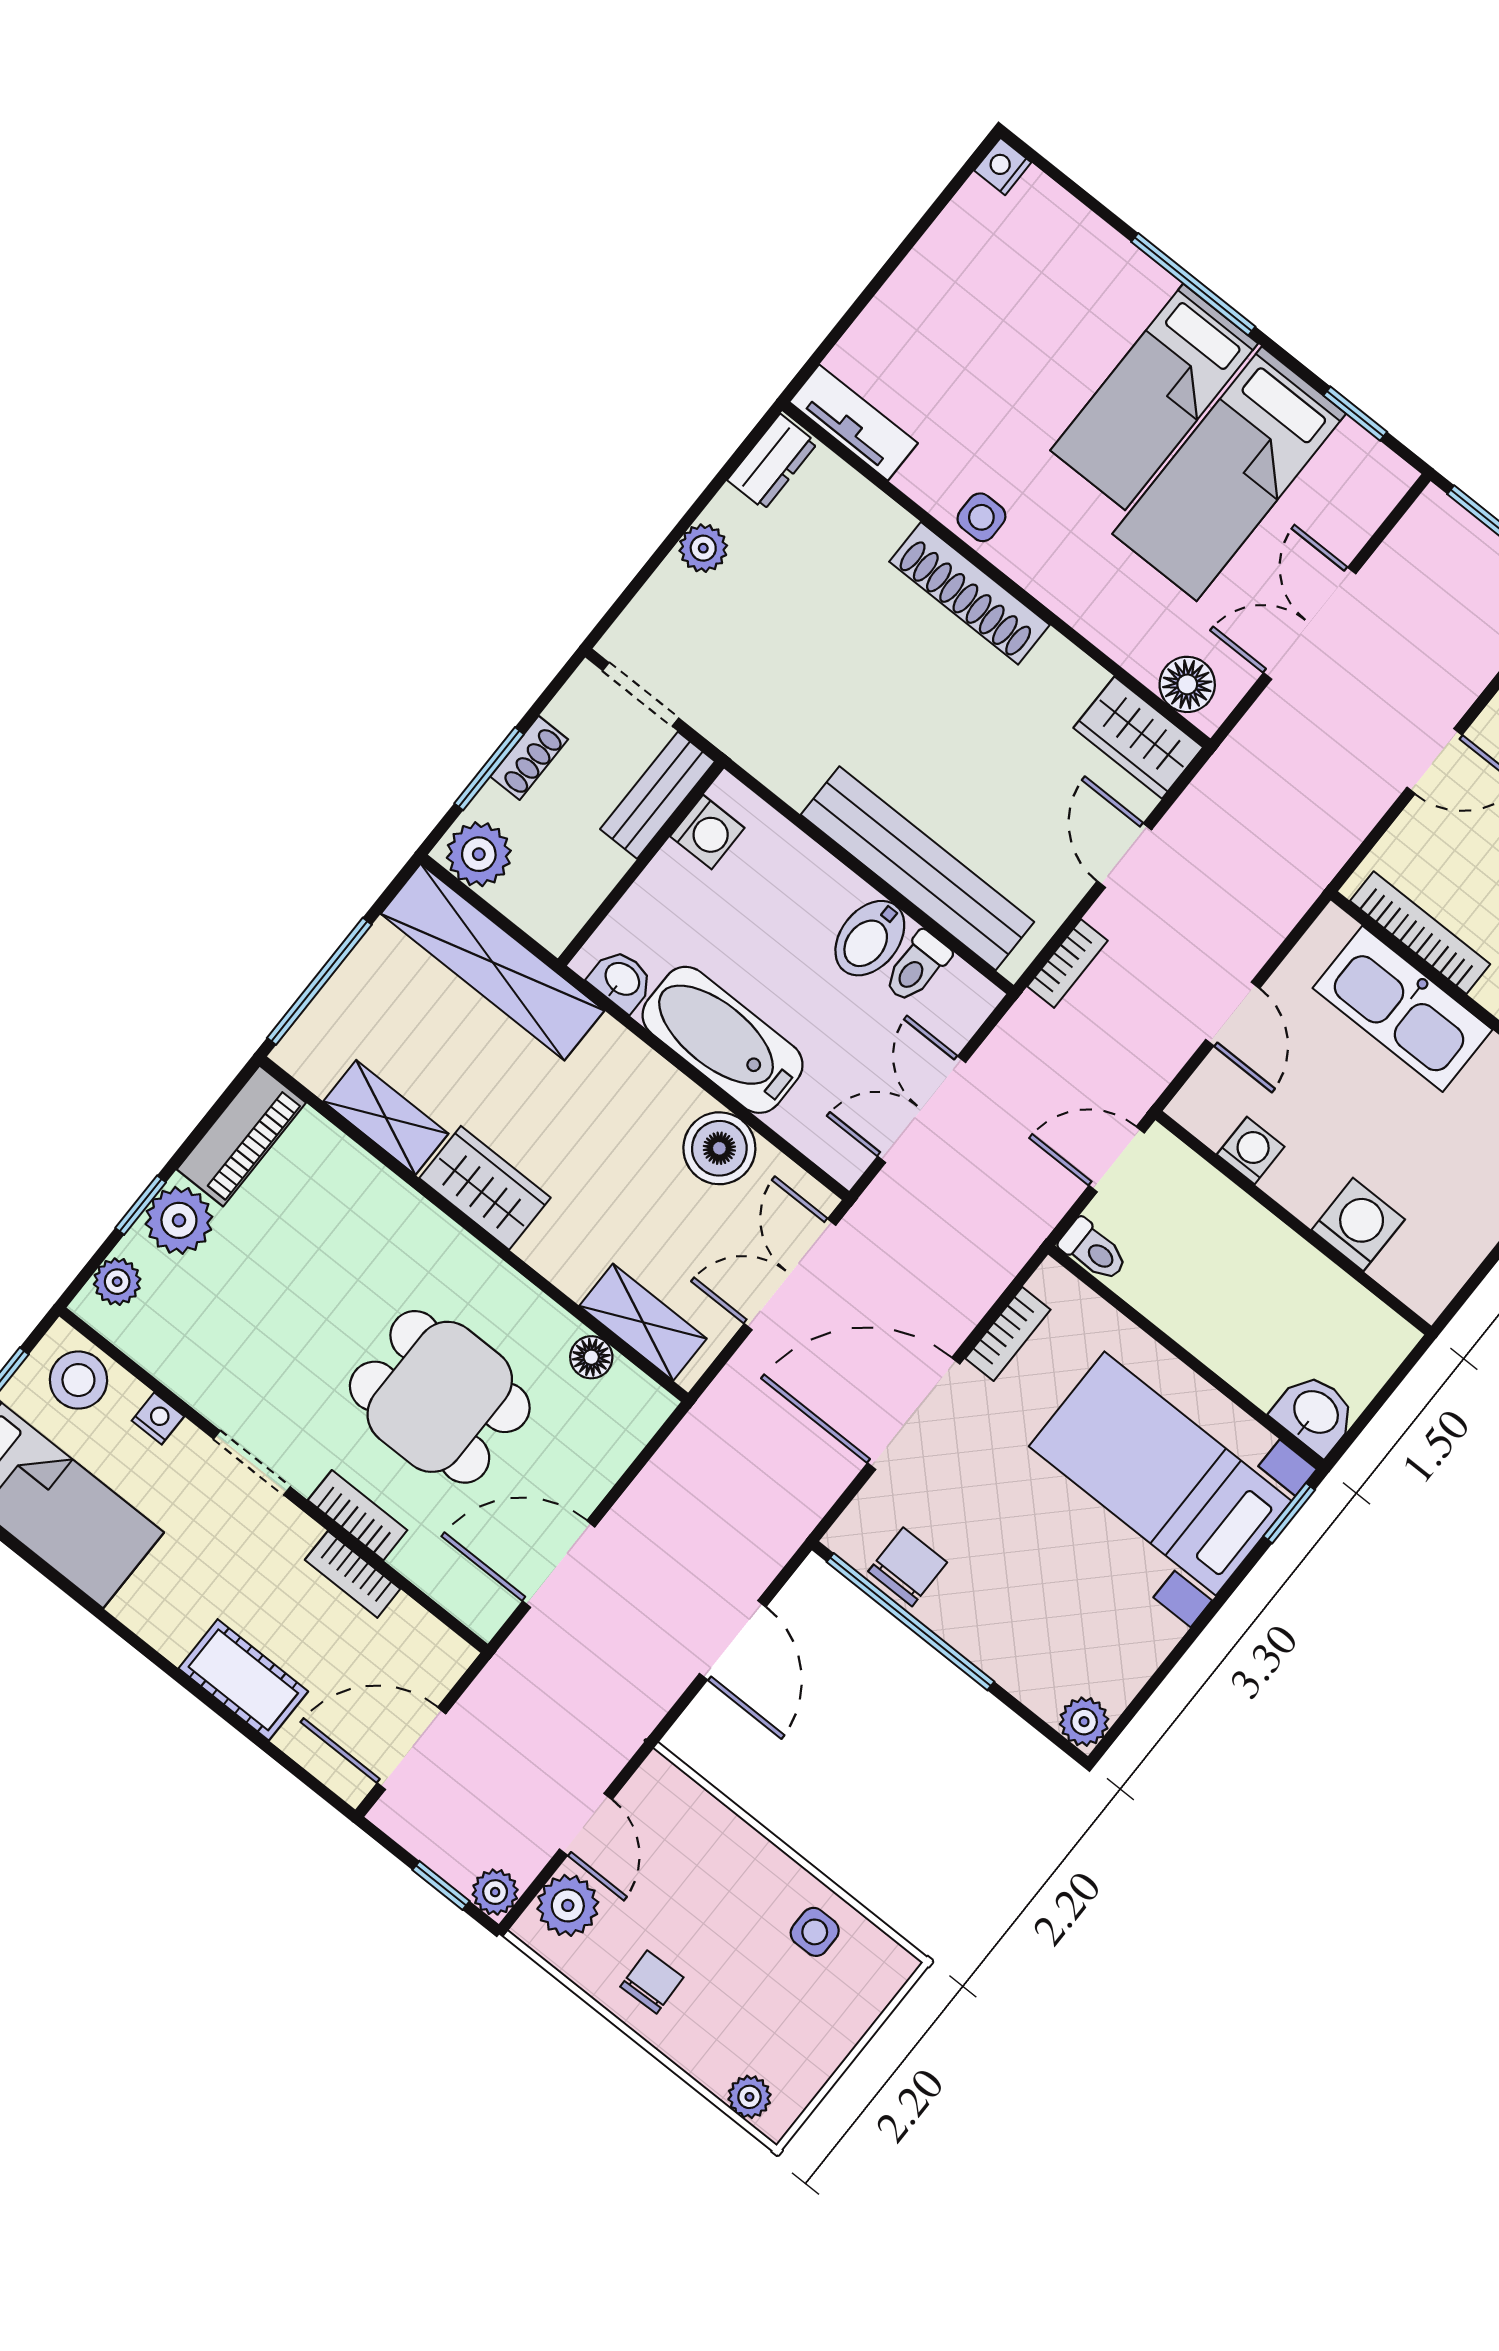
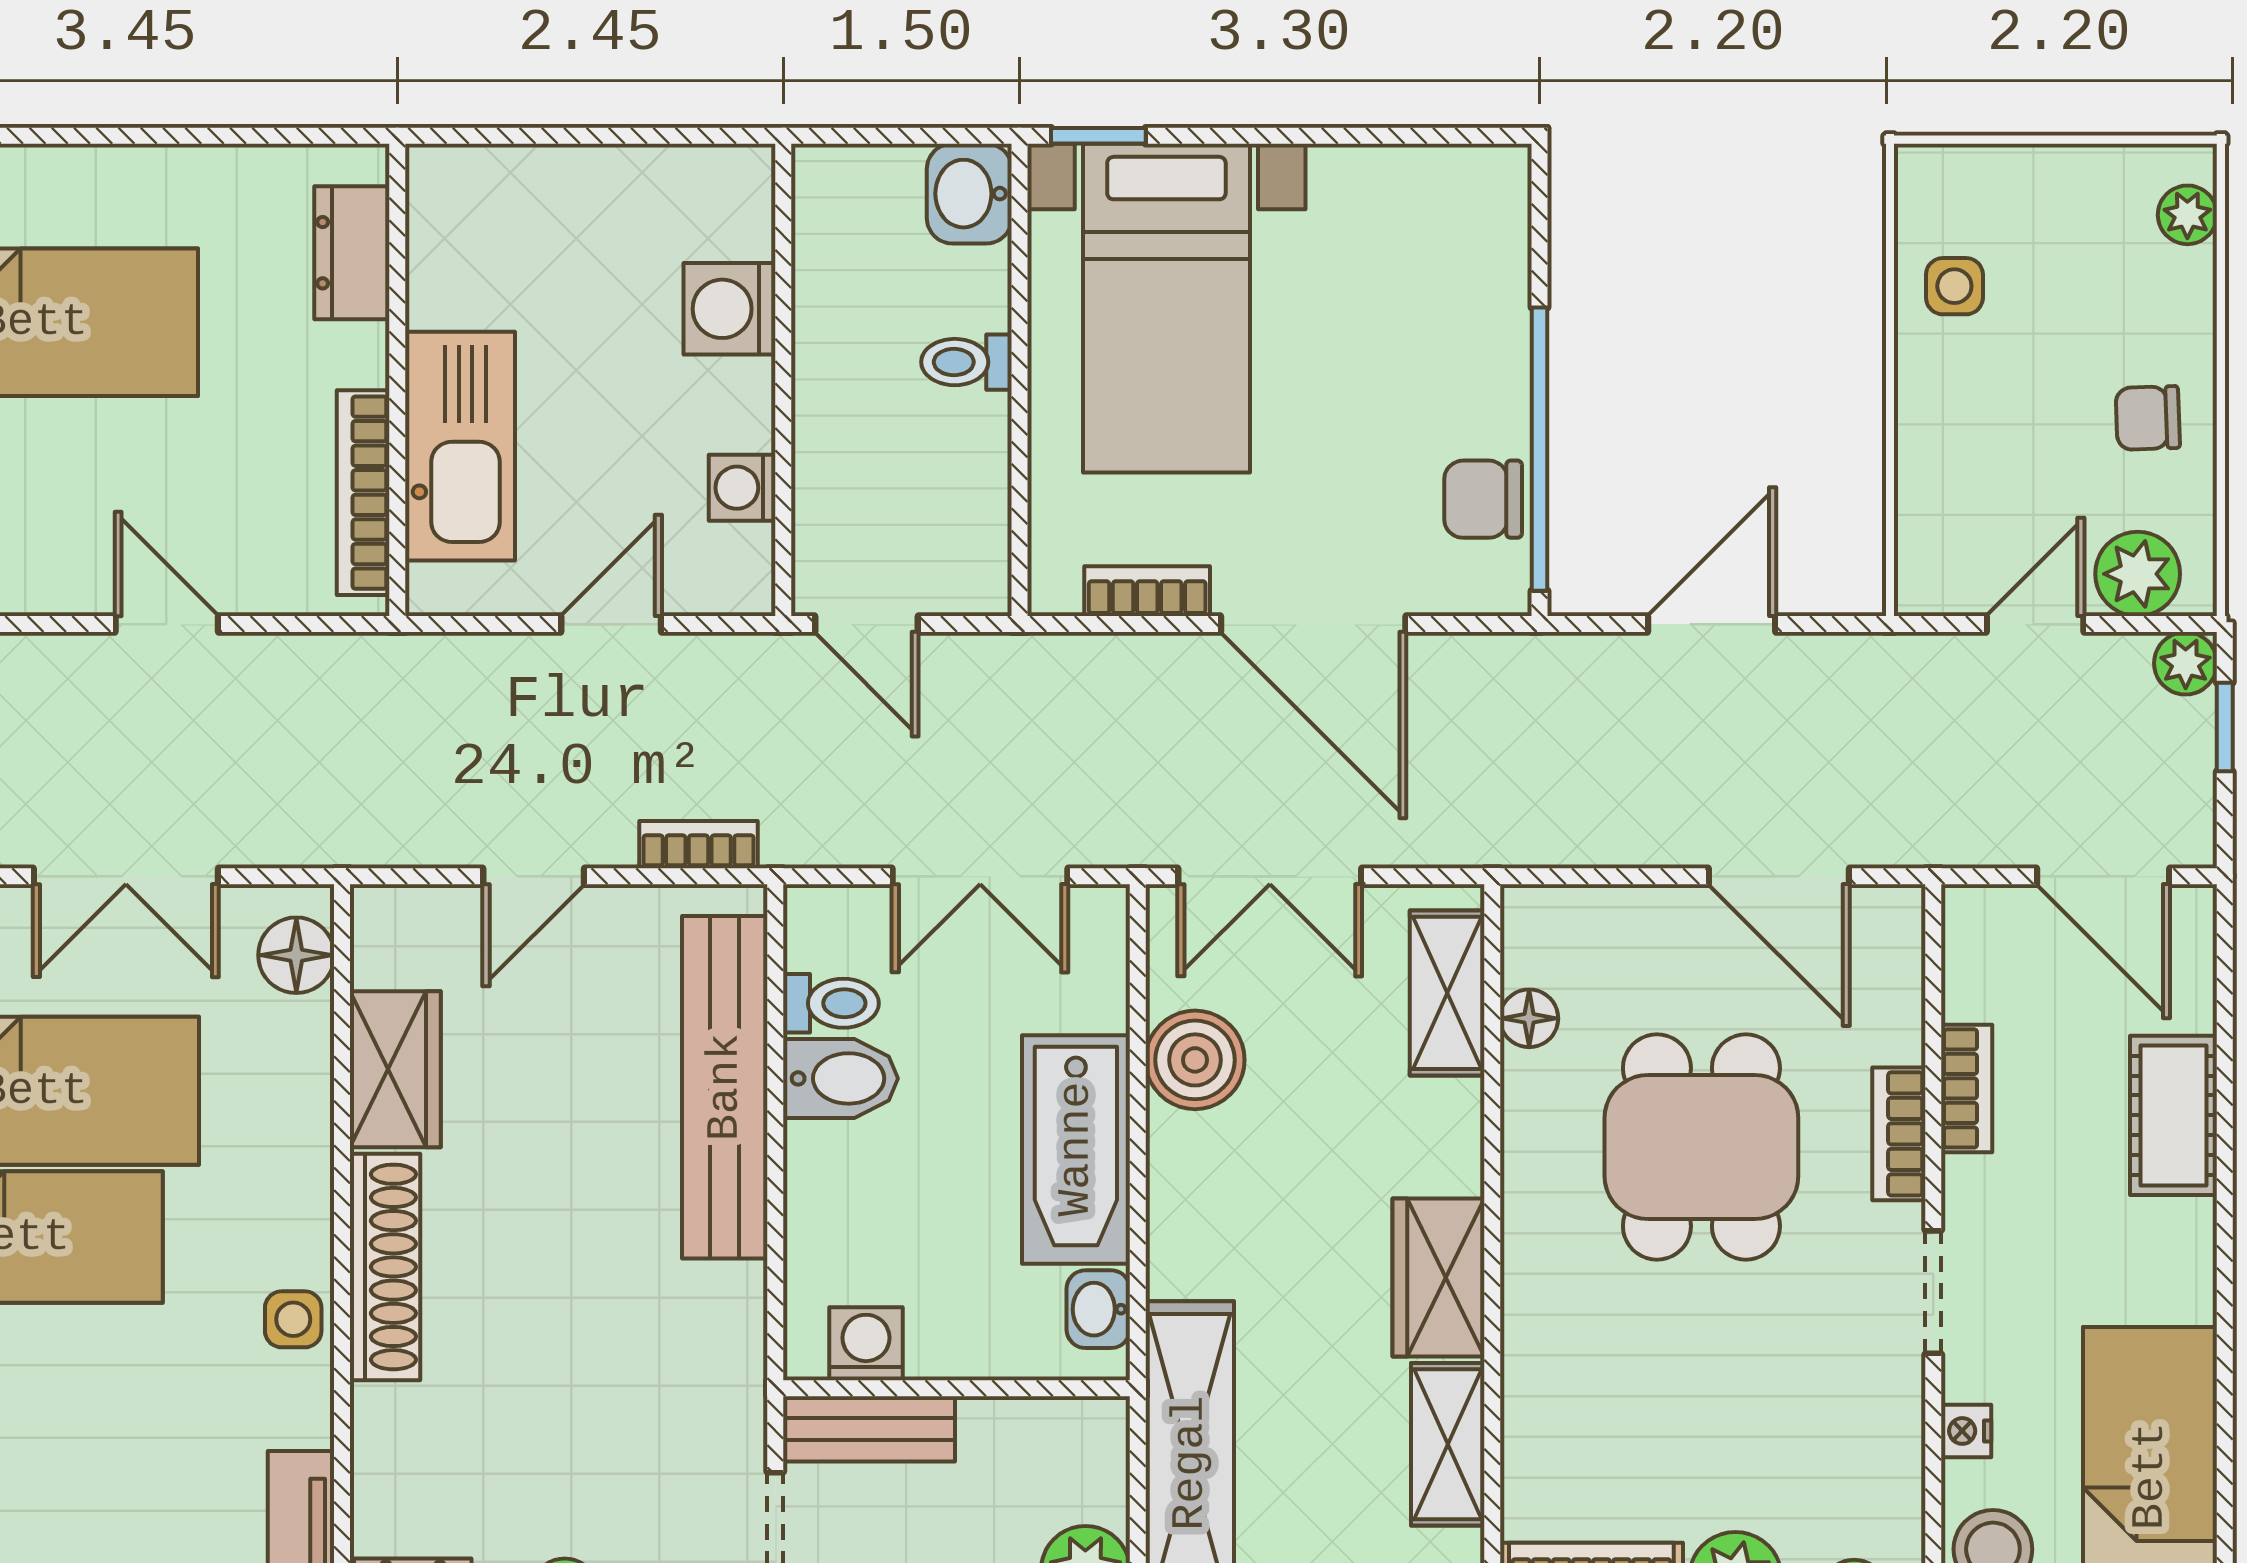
wardrobe: (1138, 738) -> (395, 1069), moved
toilet: (1093, 1250) -> (966, 362), moved, turned -90
plant: (1084, 1722) -> (1498, 177), removed

